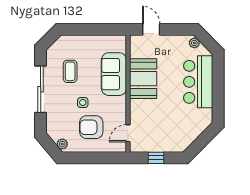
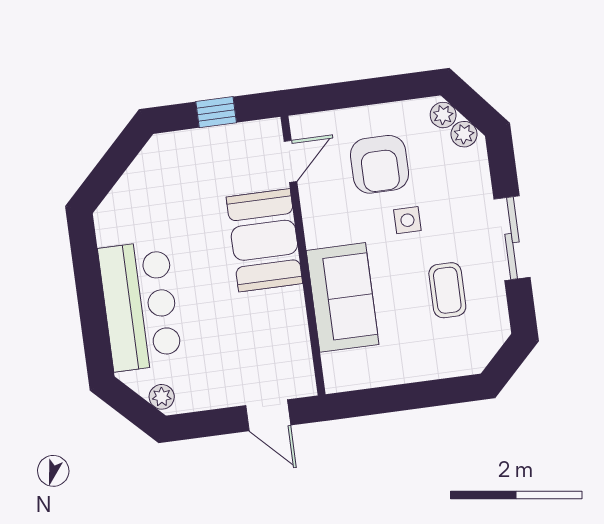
booth: (143, 79) -> (264, 240), moved
sliding door: (41, 89) -> (512, 238), width x0.73
armchair: (91, 127) -> (379, 164), turned 90
plant: (55, 135) -> (464, 134), added

